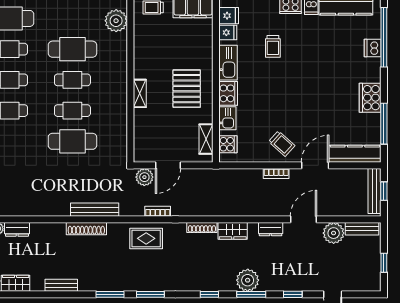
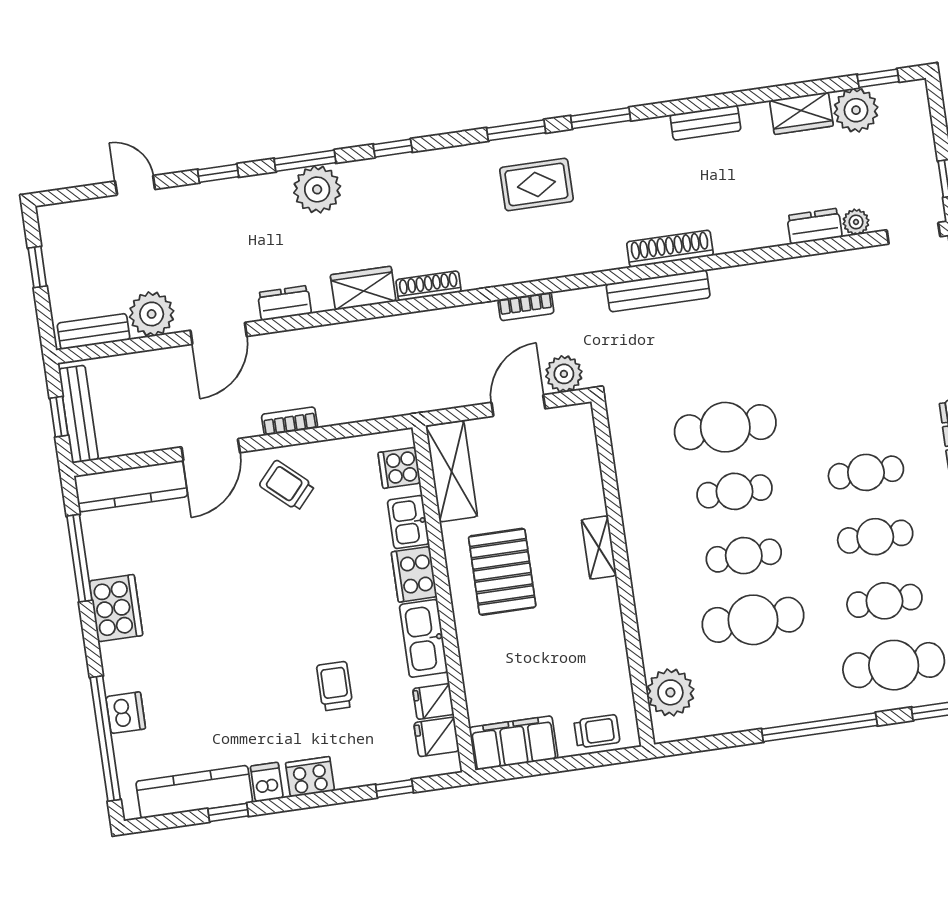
shelving: (206, 139) -> (452, 471), width x1.50, depth x1.33
rug: (146, 238) -> (536, 184), moved

